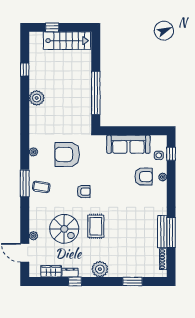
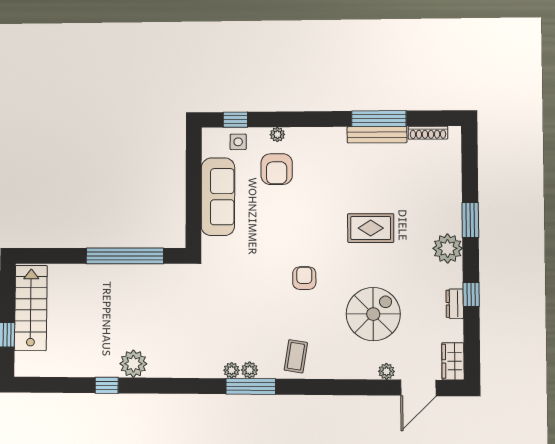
window: (25, 70) -> (107, 385), moved
armchair: (67, 154) -> (236, 308), removed
plant: (34, 162) -> (250, 370), added
armchair: (144, 177) -> (277, 169), turned 180
window: (25, 183) -> (251, 386), moved
rug: (96, 226) -> (371, 228), moved
wardrobe: (51, 271) -> (453, 361), moved
window: (132, 281) -> (470, 220), moved

